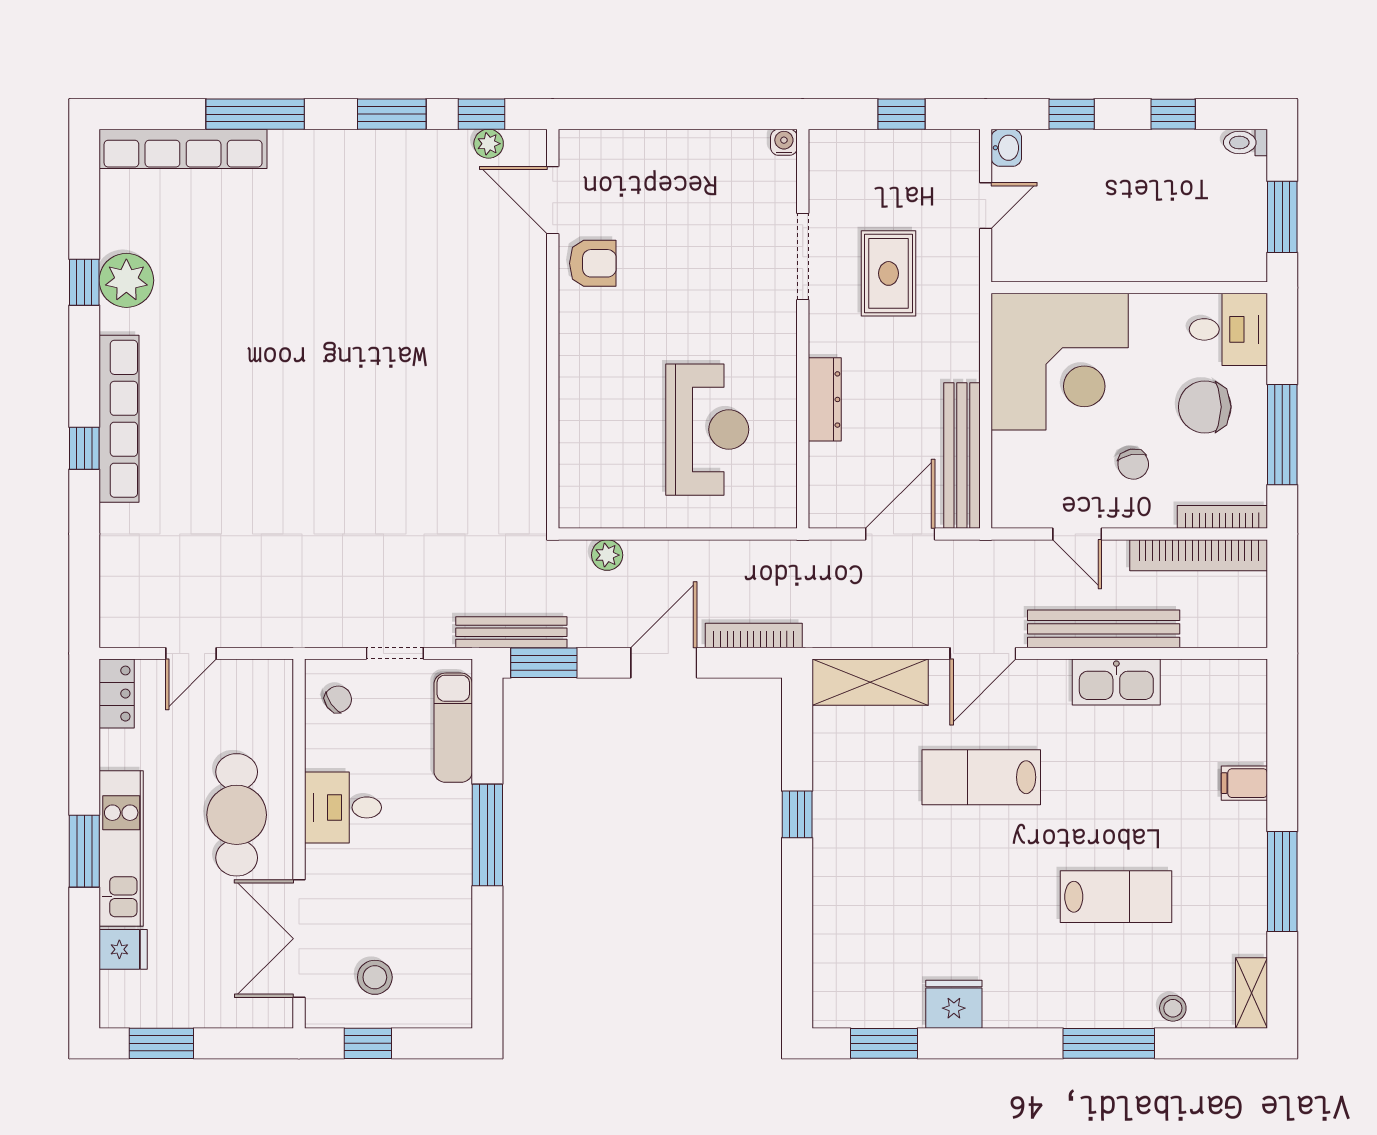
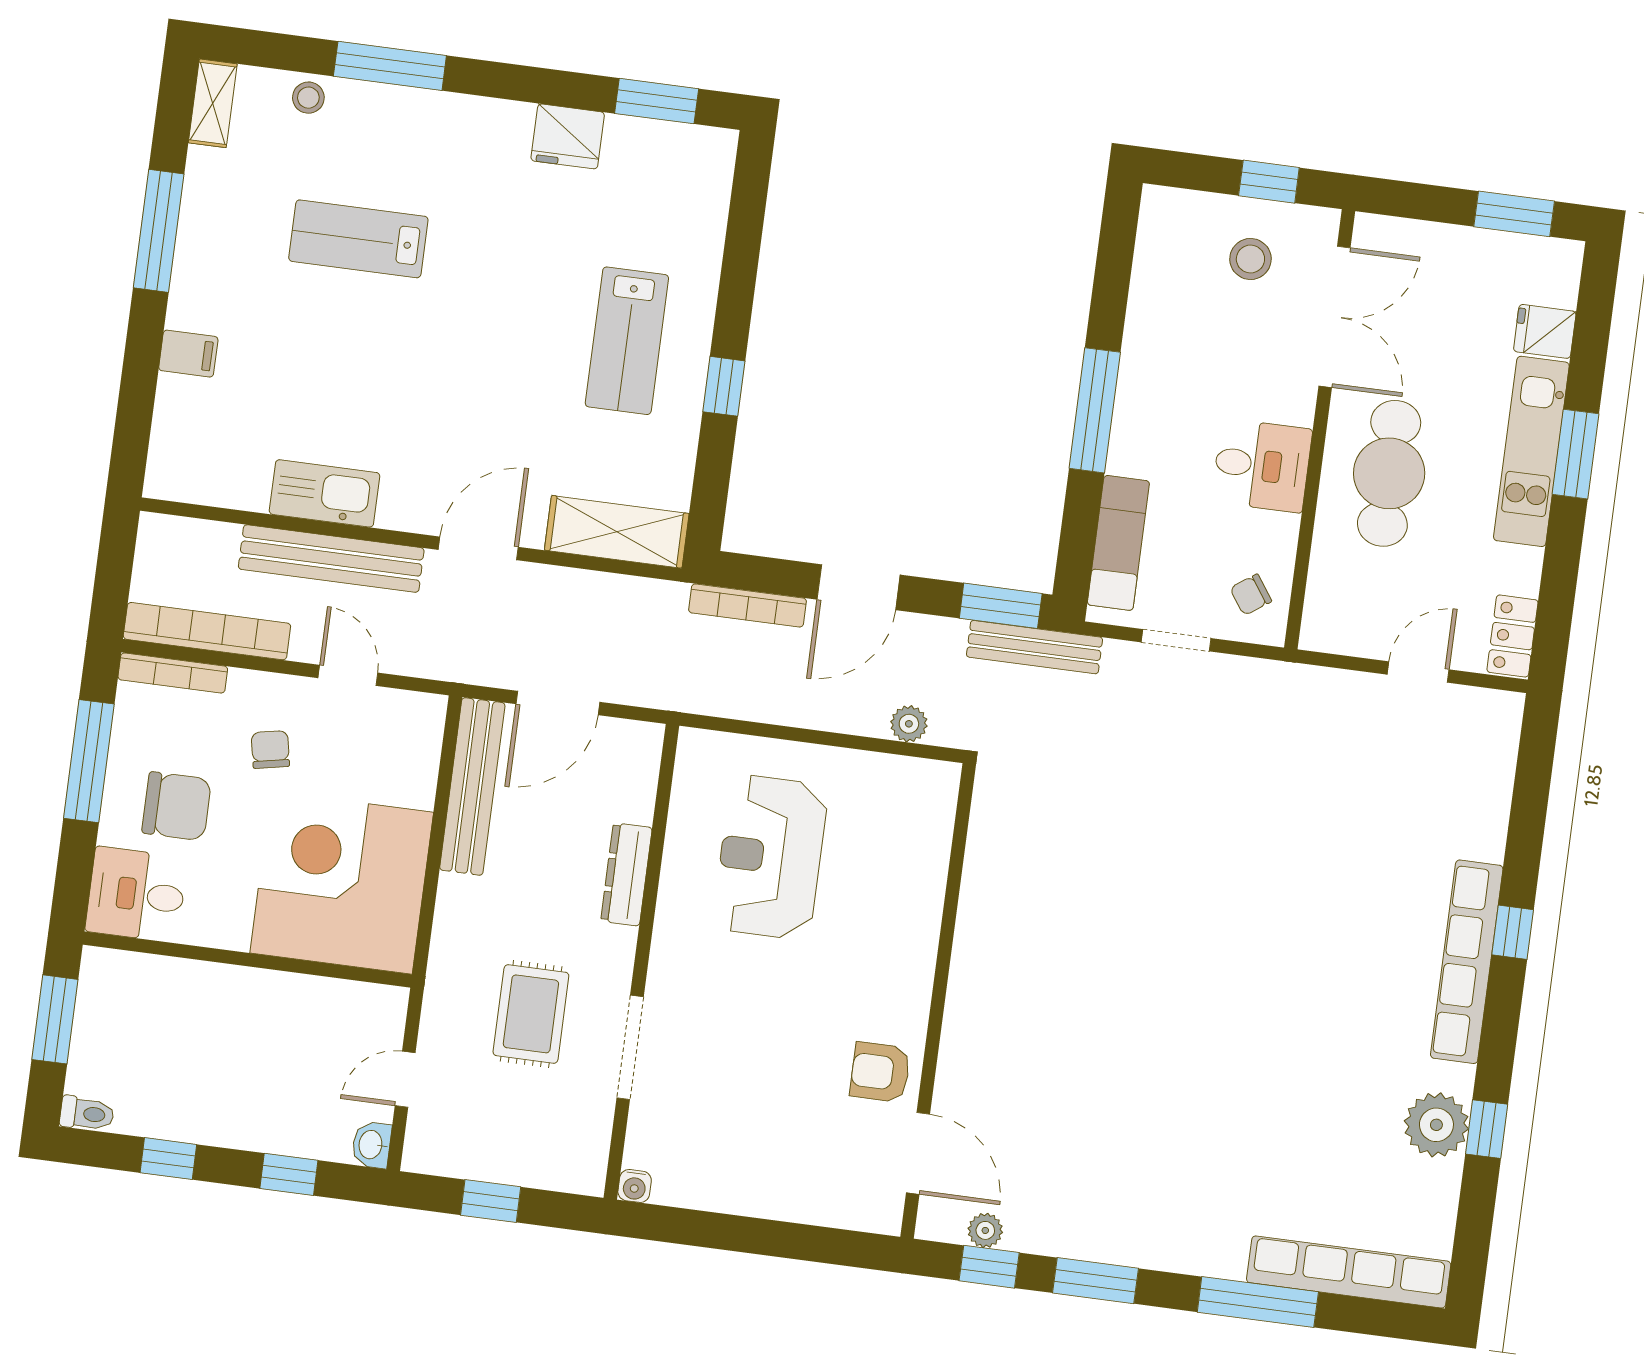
lab bench: (981, 777) -> (627, 341), moved, turned 90

